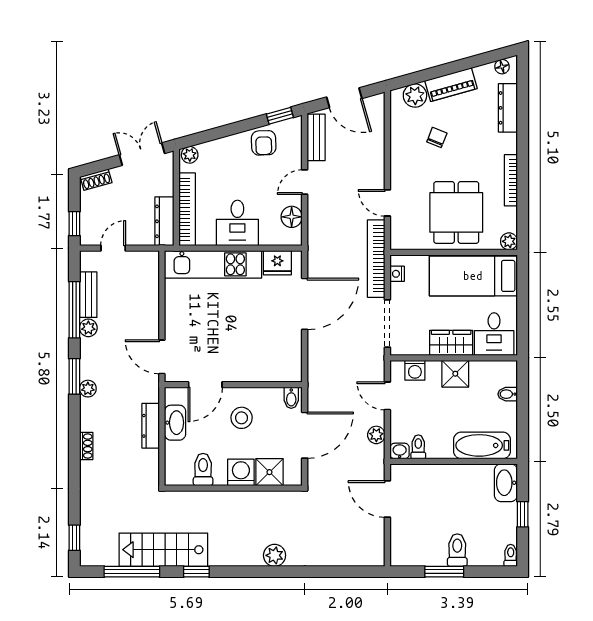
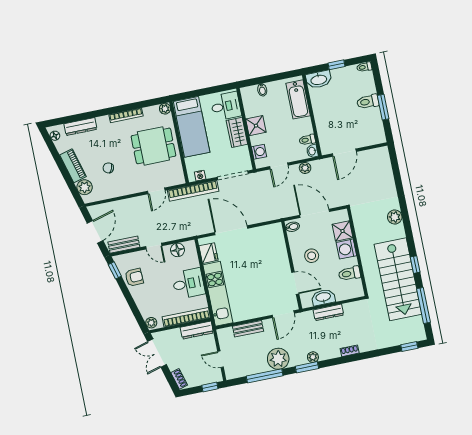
bench: (88, 295) -> (248, 329), moved
plant: (88, 328) -> (278, 359), width x1.88, depth x1.88
stairs: (163, 550) -> (398, 279), width x1.36, depth x1.51

